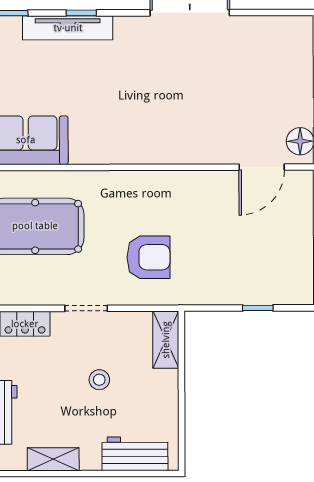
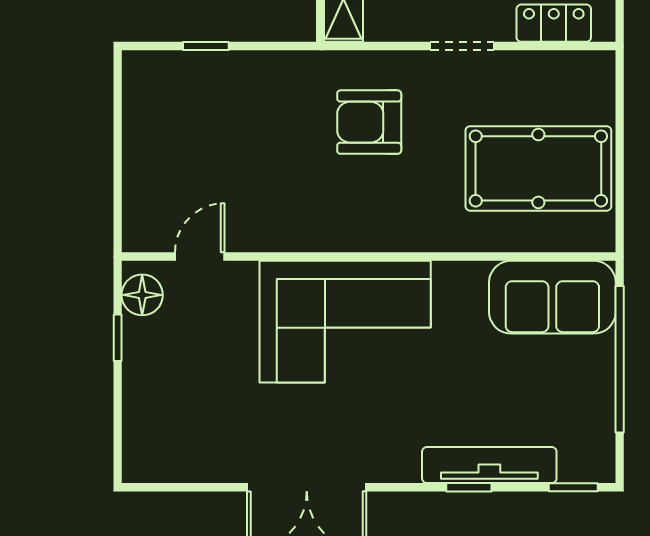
corner sofa: (164, 124) -> (345, 322), added
door: (262, 167) -> (200, 257), width x0.73

